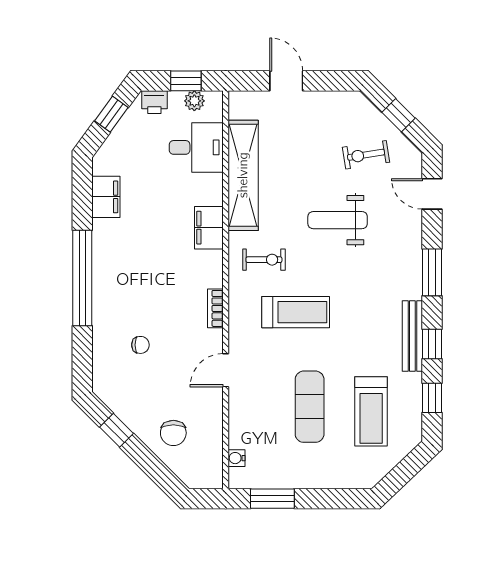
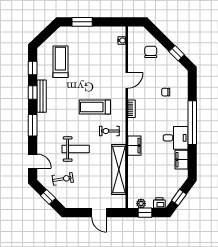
desk: (196, 147) -> (176, 138), moved, turned 180
exercise mat: (310, 407) -> (89, 64), removed
window: (272, 499) -> (82, 22), moved

